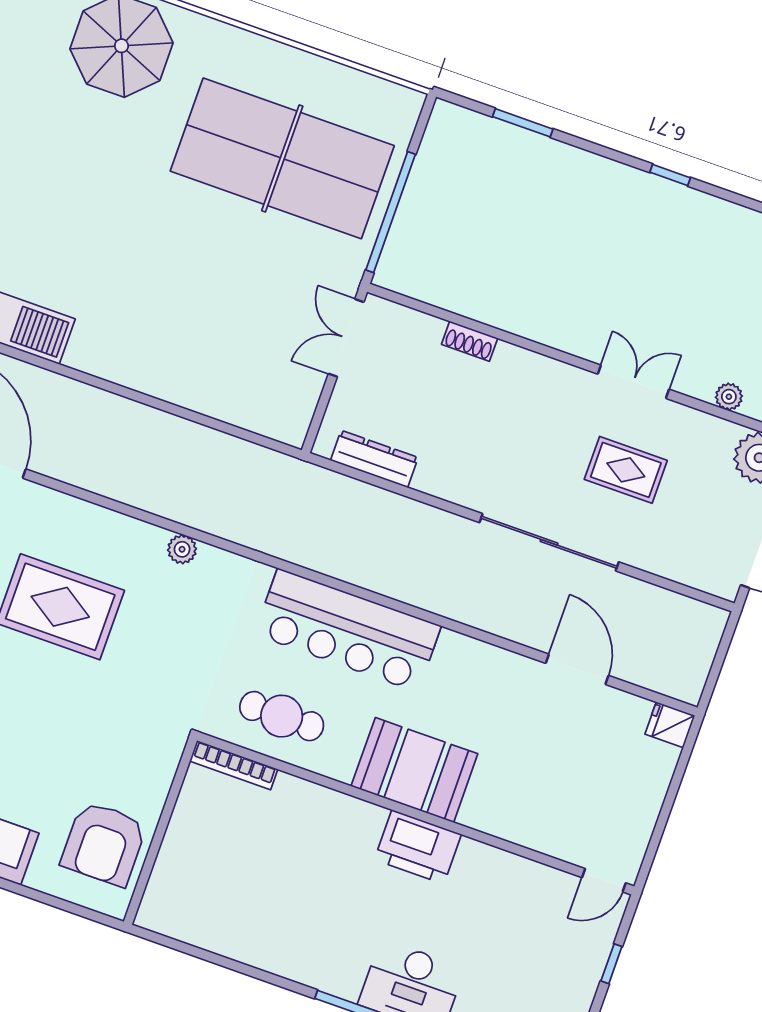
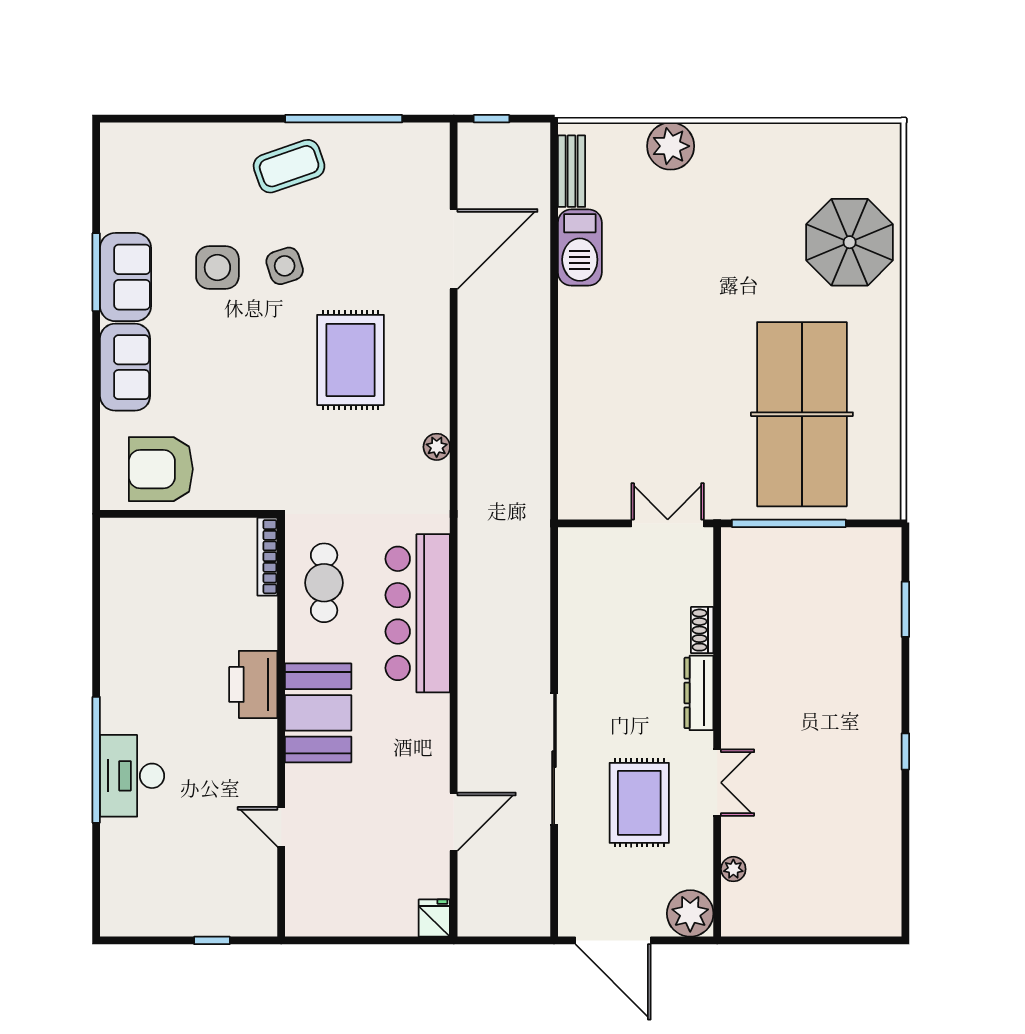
dresser: (374, 459) -> (699, 693), moved, turned 180
rug: (626, 470) -> (639, 803), width x1.36, depth x1.43
printer: (418, 847) -> (253, 684), moved
door: (604, 880) -> (281, 827), moved

